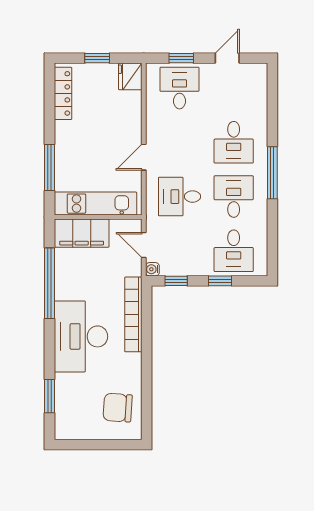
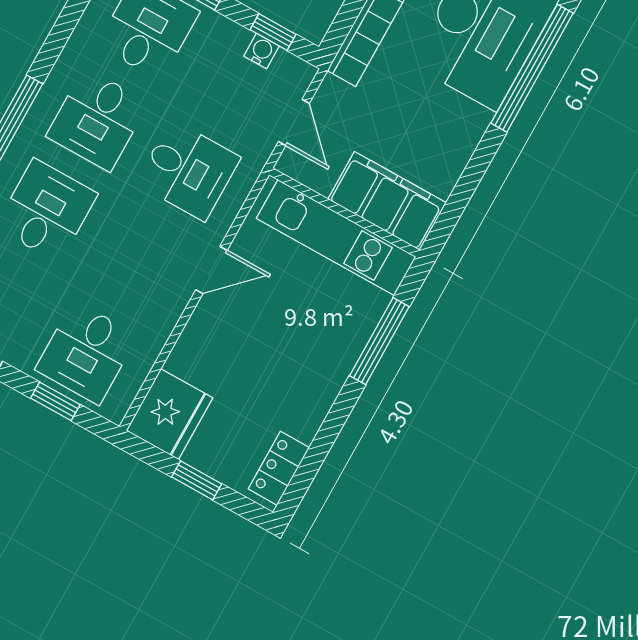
fridge: (130, 76) -> (169, 414), width x1.36, depth x1.34
locker: (63, 93) -> (279, 468), width x0.66
water cooler: (152, 269) -> (262, 51), moved, turned -90
window: (49, 283) -> (532, 68), moved

